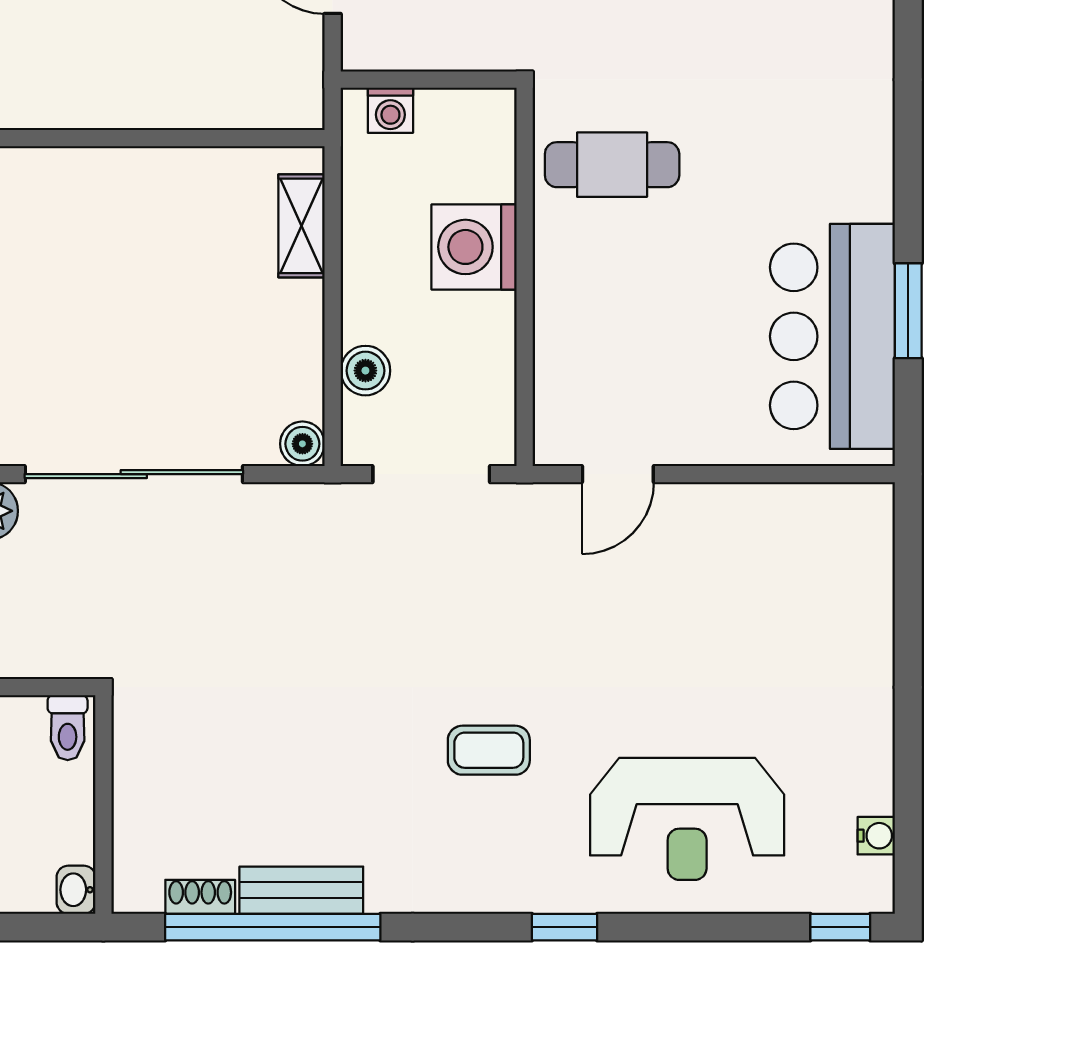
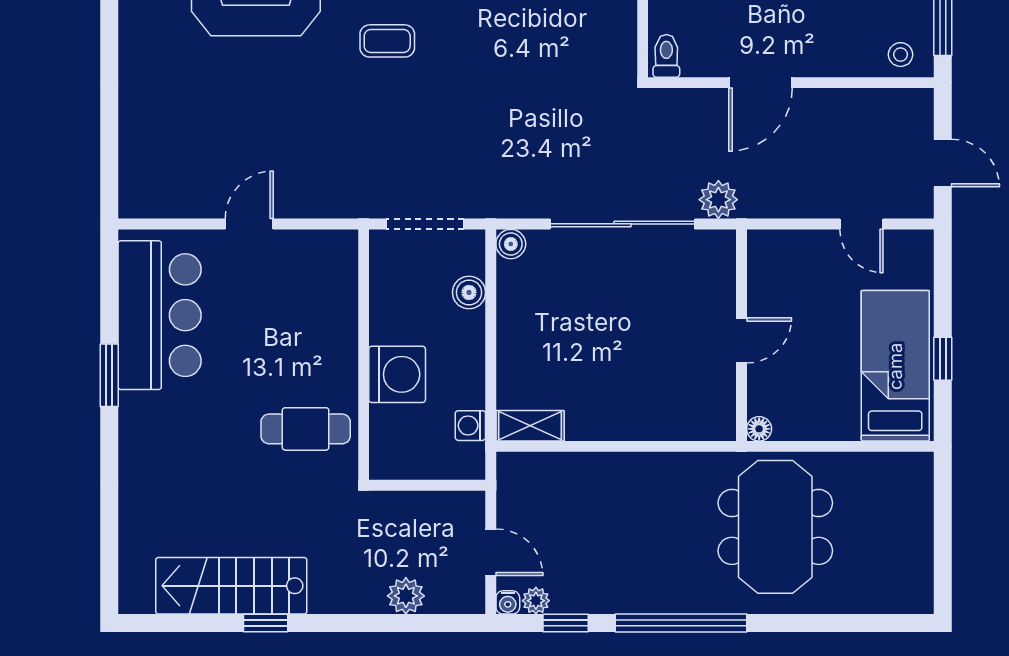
washing machine: (390, 110) -> (470, 426), moved, turned -90
shelving: (301, 226) -> (530, 426), moved, turned 90
window: (908, 311) -> (109, 375), moved
door: (618, 474) -> (249, 224), moved

